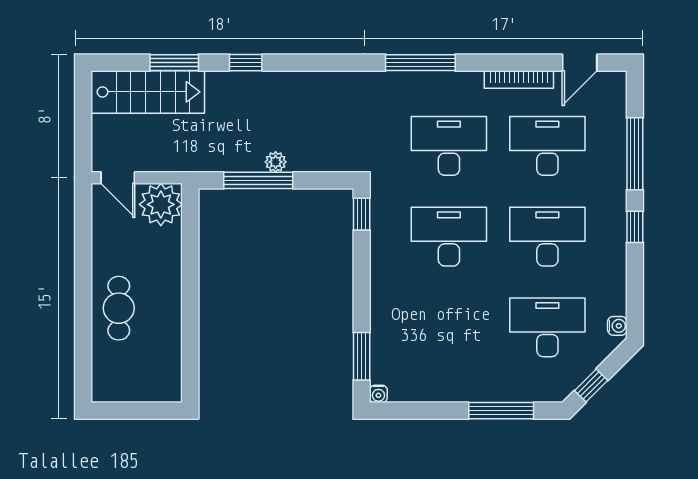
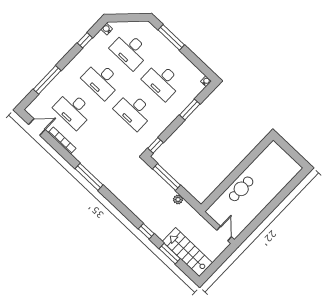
desk: (449, 146) -> (162, 81), moved
plant: (276, 162) -> (178, 199), moved
window: (258, 180) -> (167, 177), moved
plant: (161, 204) -> (218, 211), removed
window: (635, 227) -> (85, 40), moved
cafe table: (119, 308) -> (241, 189), moved
window: (362, 356) -> (190, 110), moved
window: (591, 386) -> (134, 18), removed

